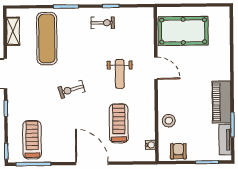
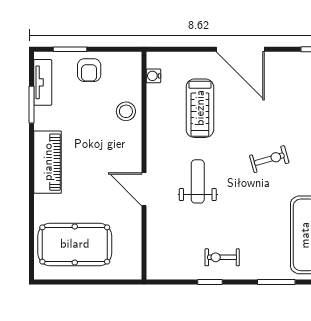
pool table: (183, 31) -> (75, 244), moved
piano: (221, 102) -> (48, 162), moved
armchair: (178, 151) -> (89, 70), moved

